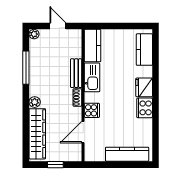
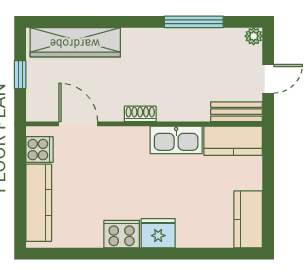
kitchen counter: (144, 50) -> (248, 219), moved, turned -90
bench: (76, 73) -> (236, 112), moved
plant: (35, 102) -> (132, 37), removed
cooker: (92, 110) -> (39, 150), moved, turned -90

